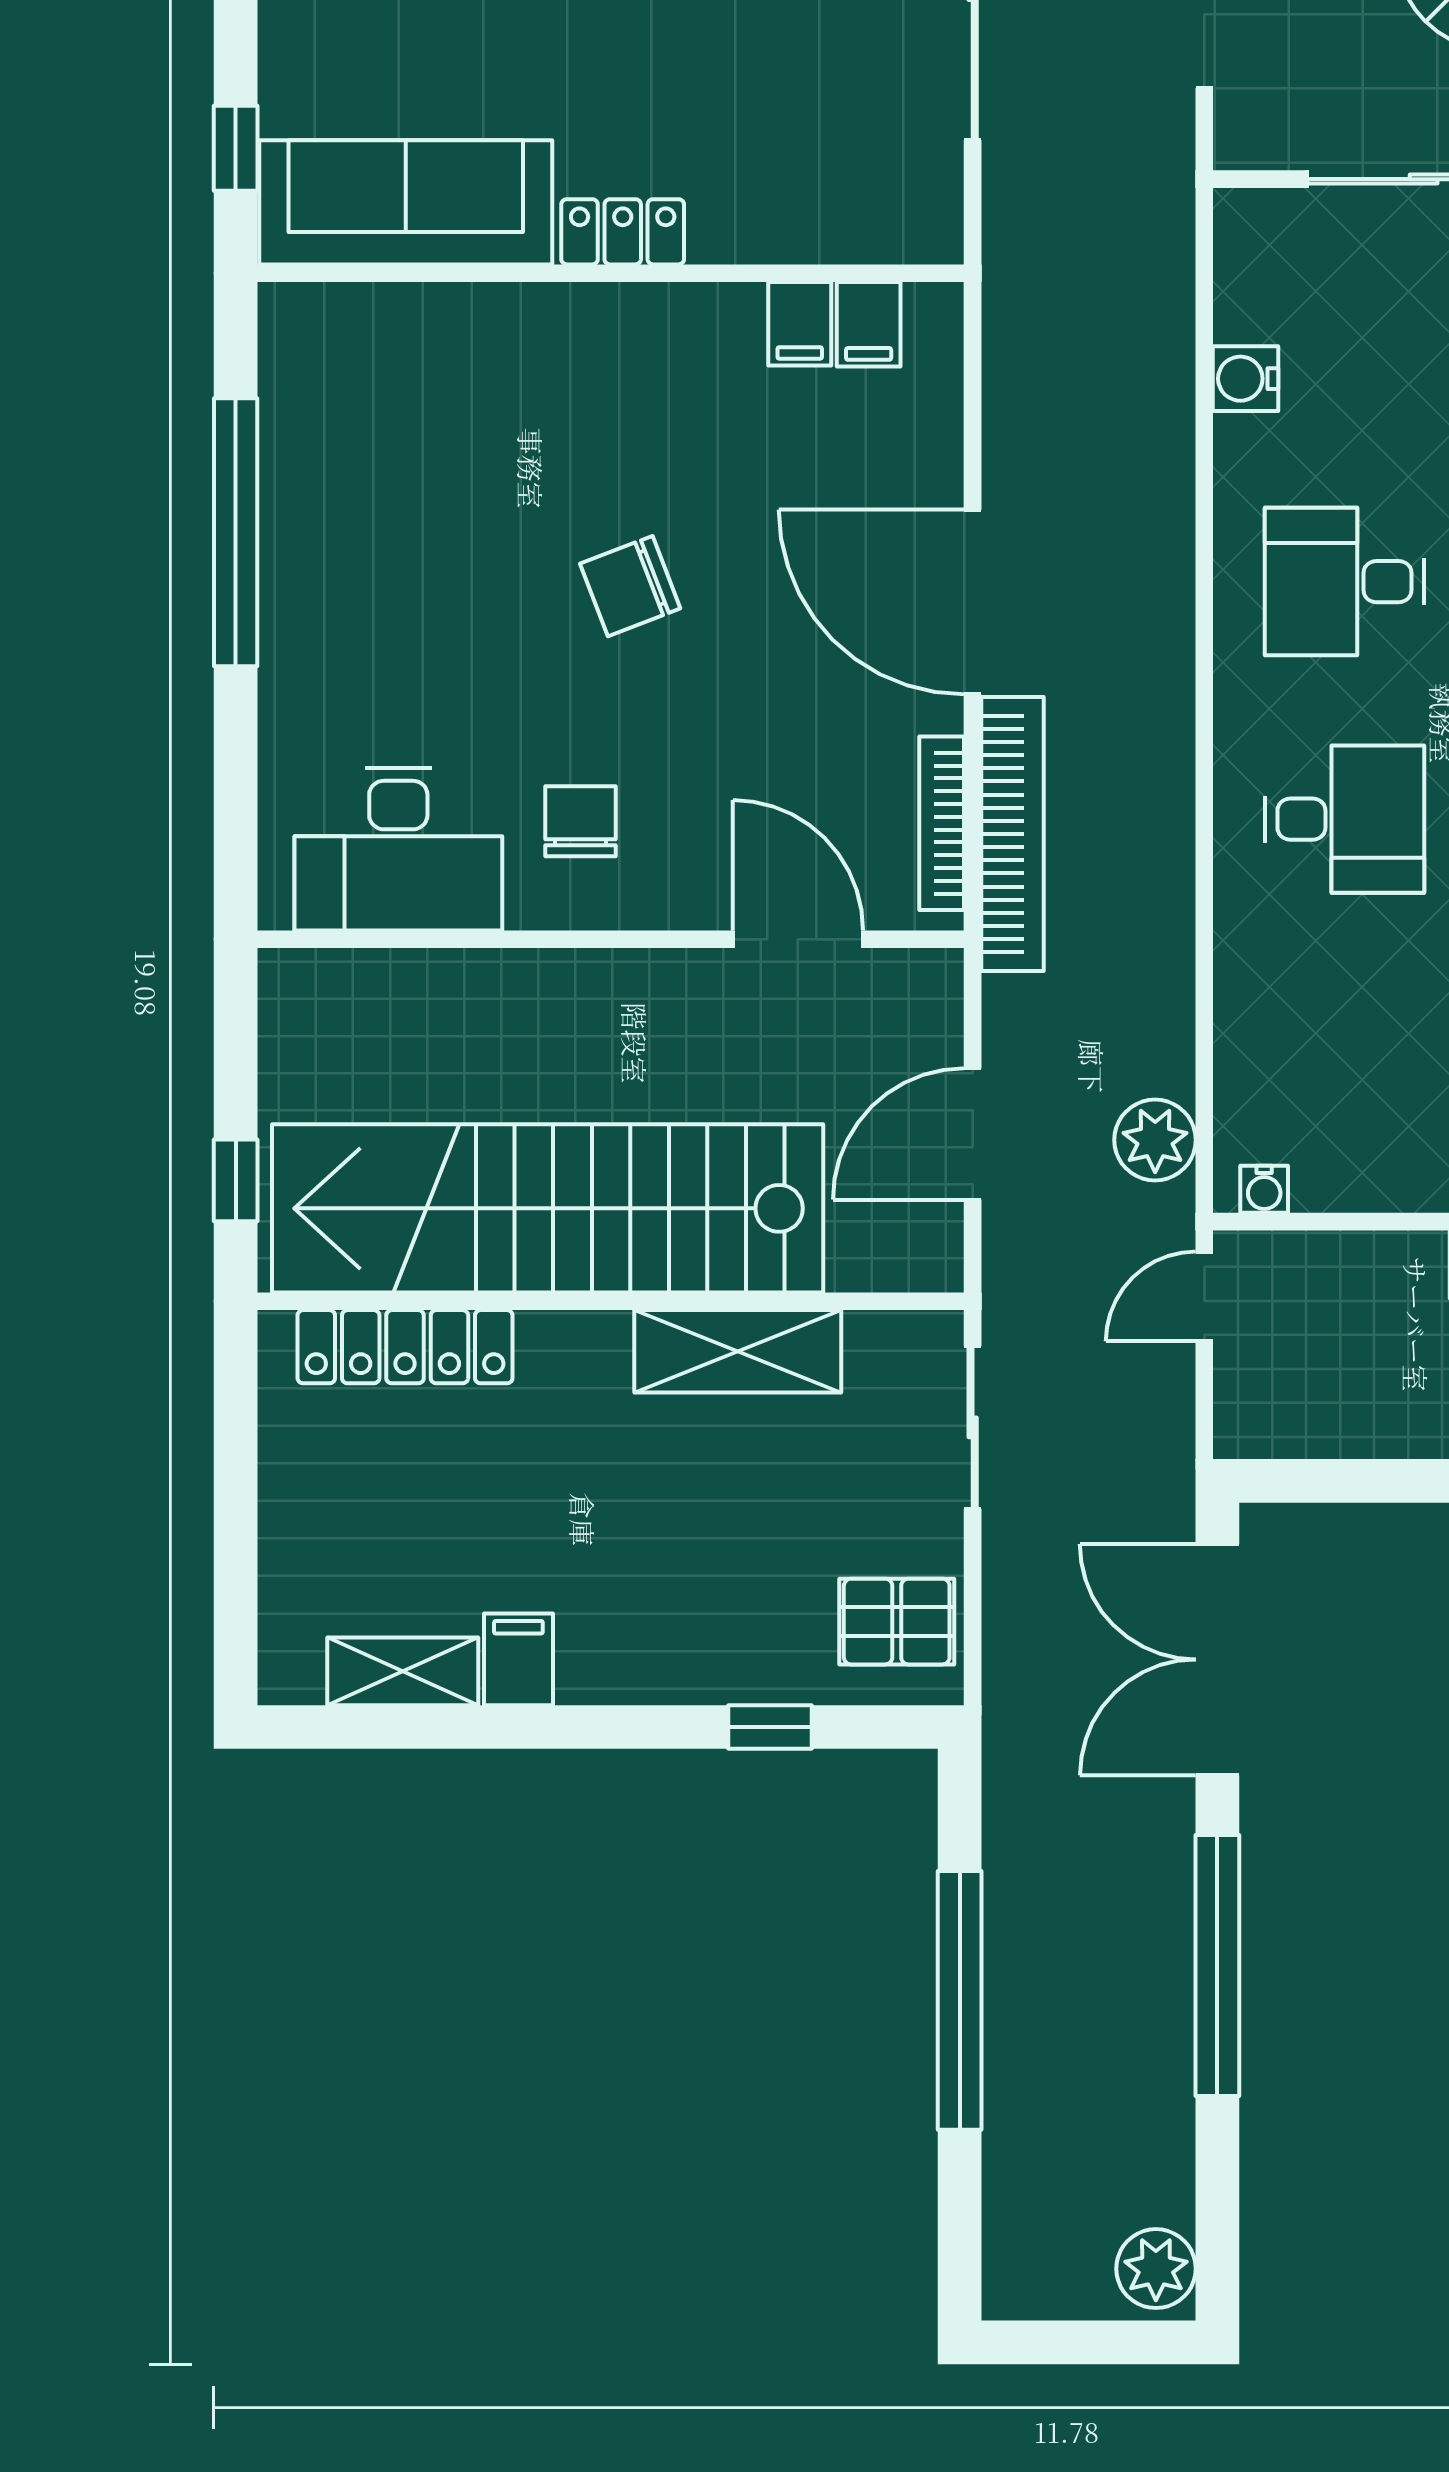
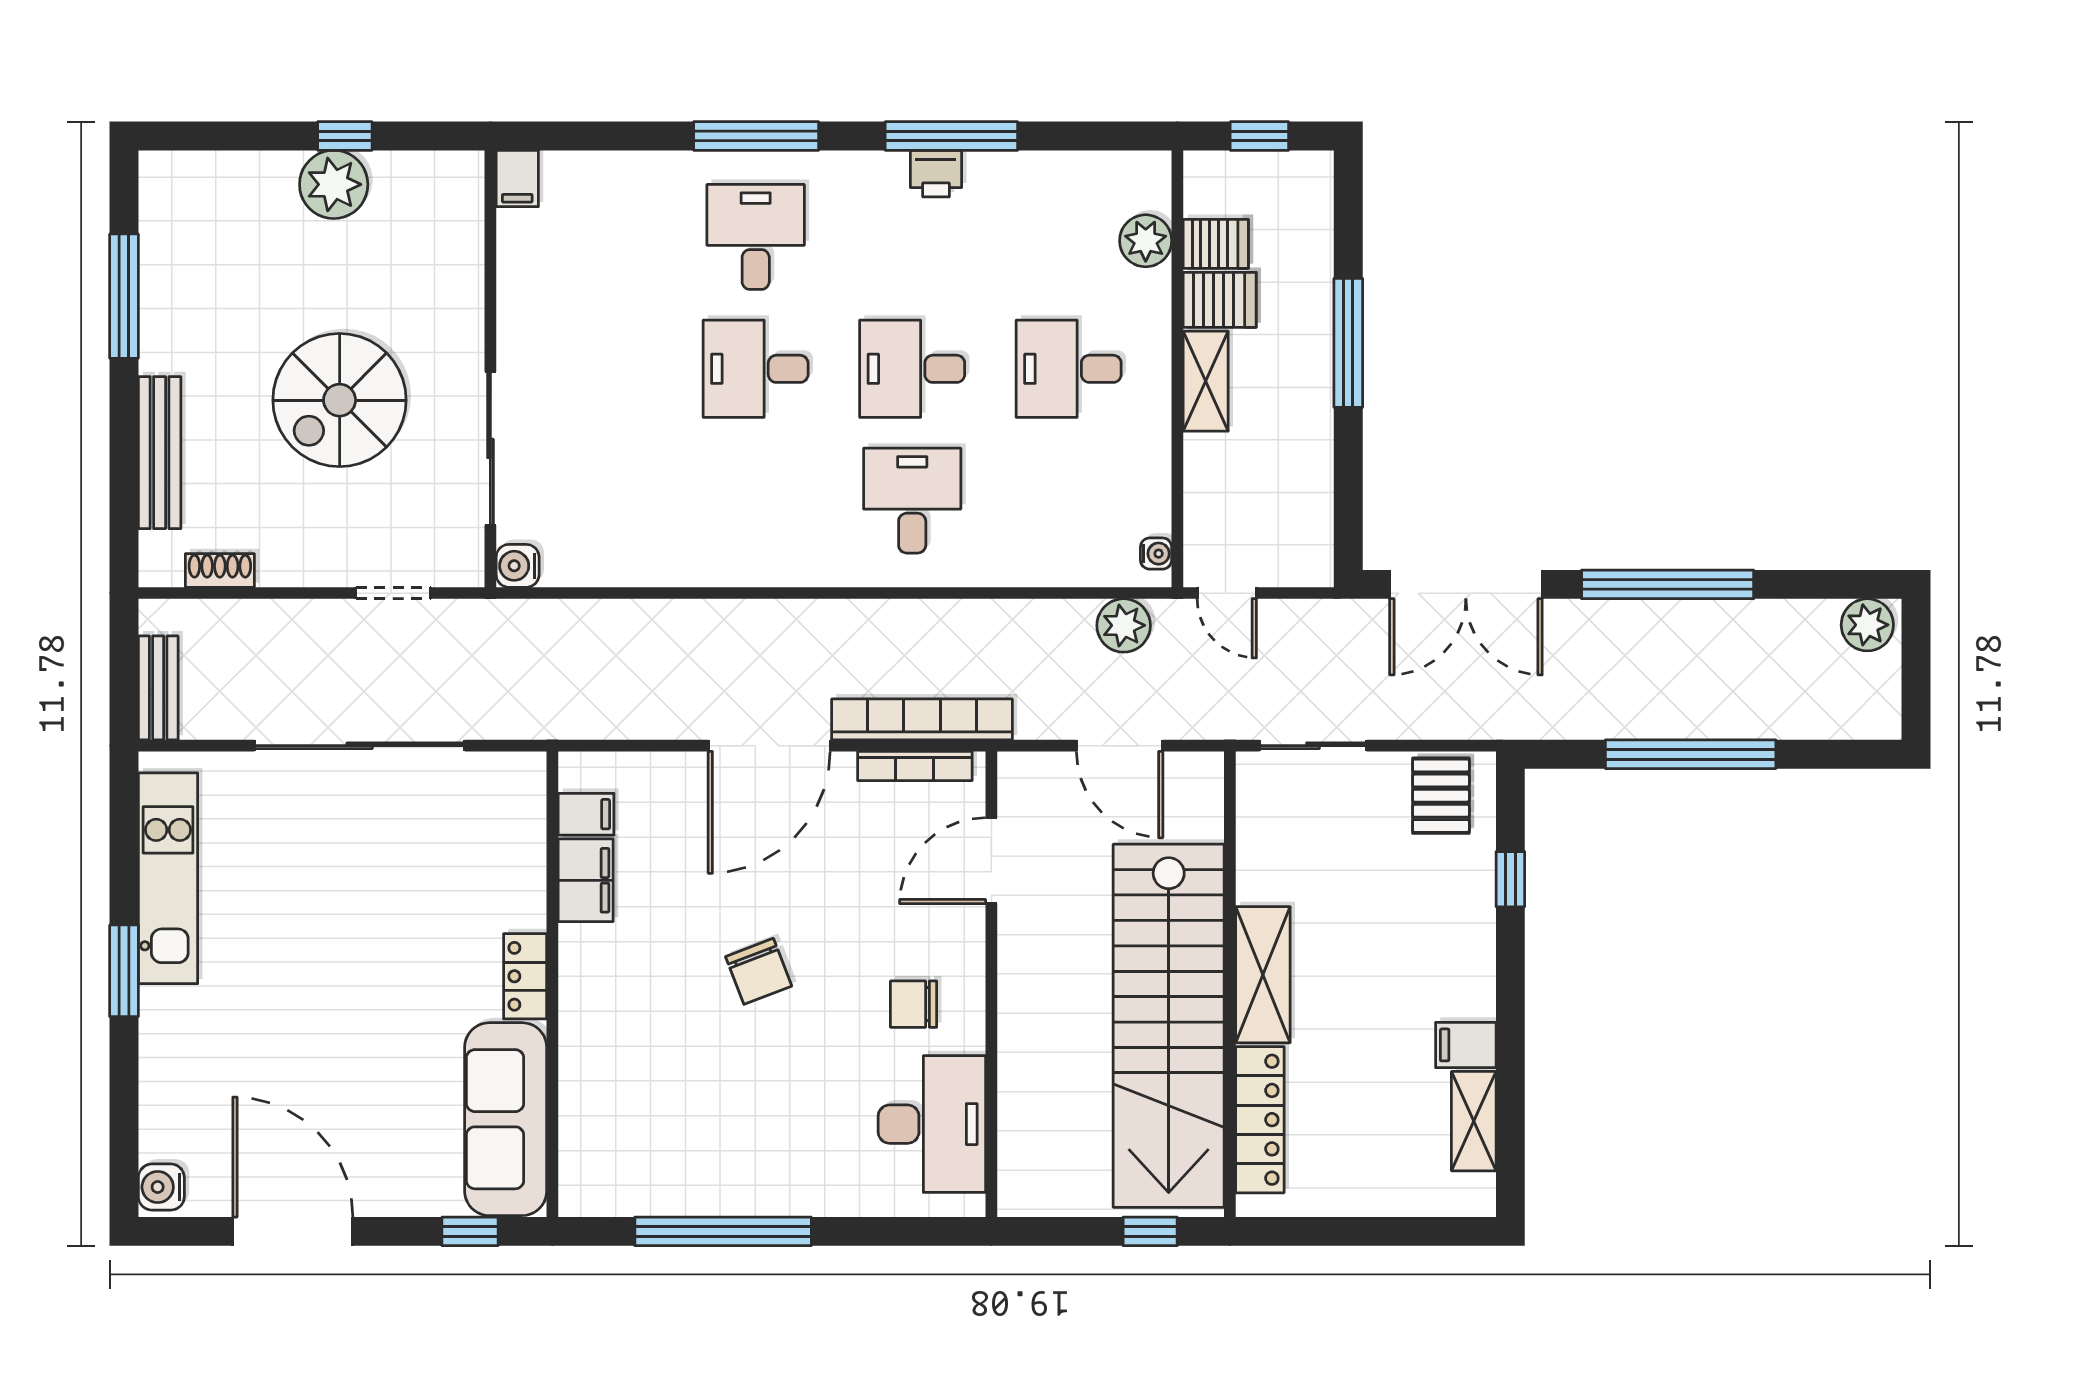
filing cabinet: (800, 324) -> (586, 880), width x2.00
water cooler: (1246, 379) -> (518, 566), moved, turned 90
desk: (1344, 582) -> (756, 501), removed
shelving: (738, 1351) -> (1263, 975), moved

